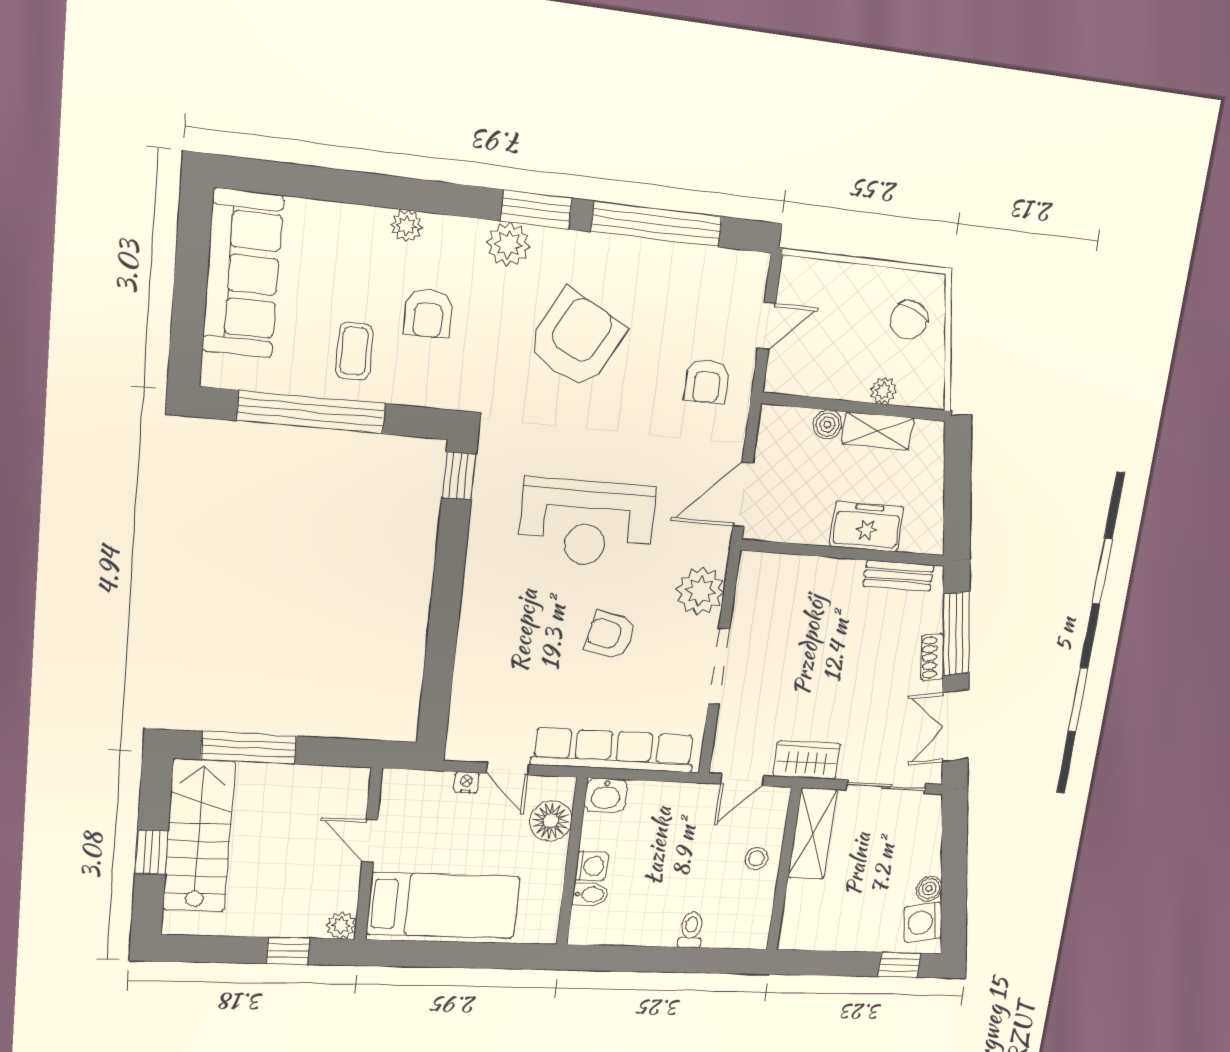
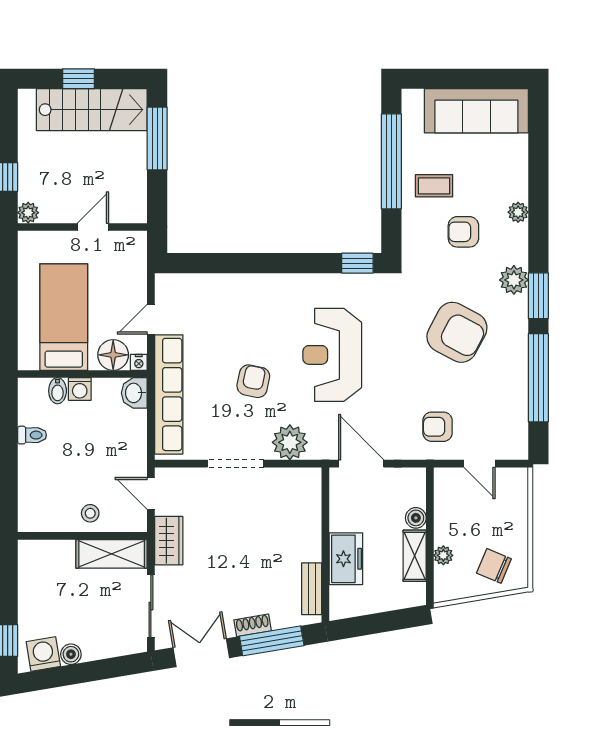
nightstand: (466, 782) -> (139, 362), moved, turned 90
bed: (443, 905) -> (64, 317), moved, turned 180
toilet: (691, 930) -> (32, 435), moved

